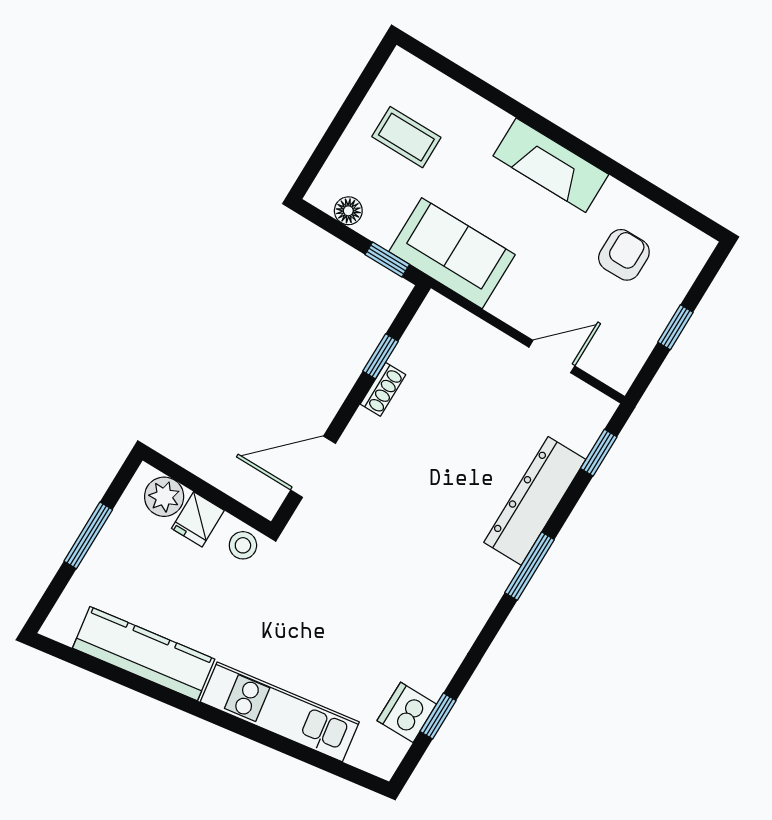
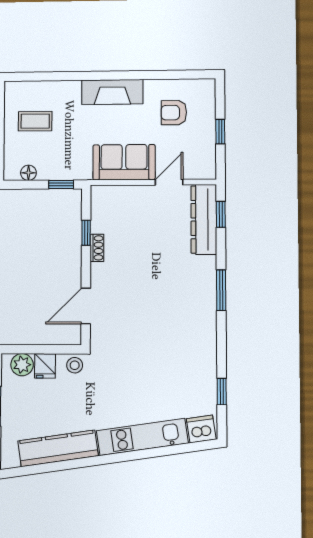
sofa: (452, 253) -> (124, 162), moved
armchair: (624, 255) -> (174, 113), turned -90
dresser: (535, 501) -> (204, 220), moved
dishwasher: (407, 712) -> (201, 429), moved, turned 81

